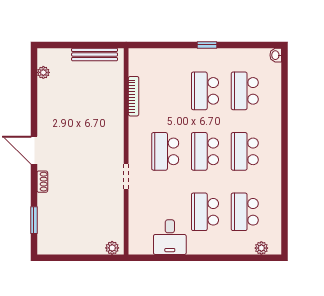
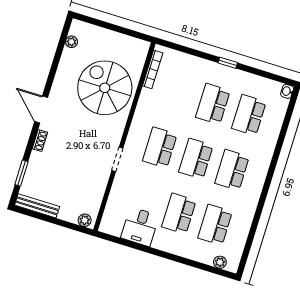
bench: (95, 55) -> (37, 206), moved
bookcase: (134, 96) -> (153, 69), moved
spiral stairs: (91, 108) -> (105, 88), added

